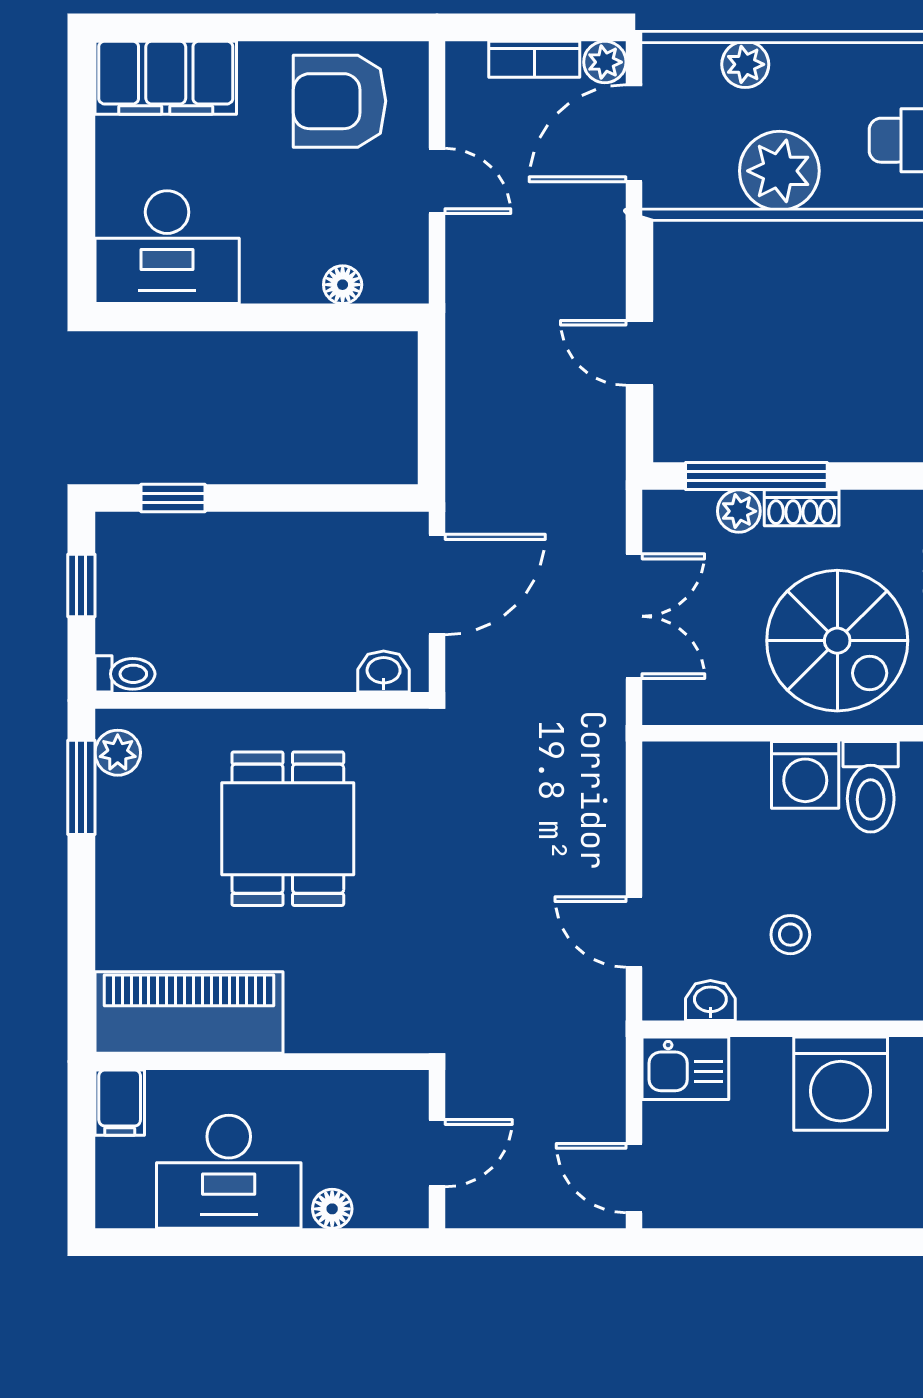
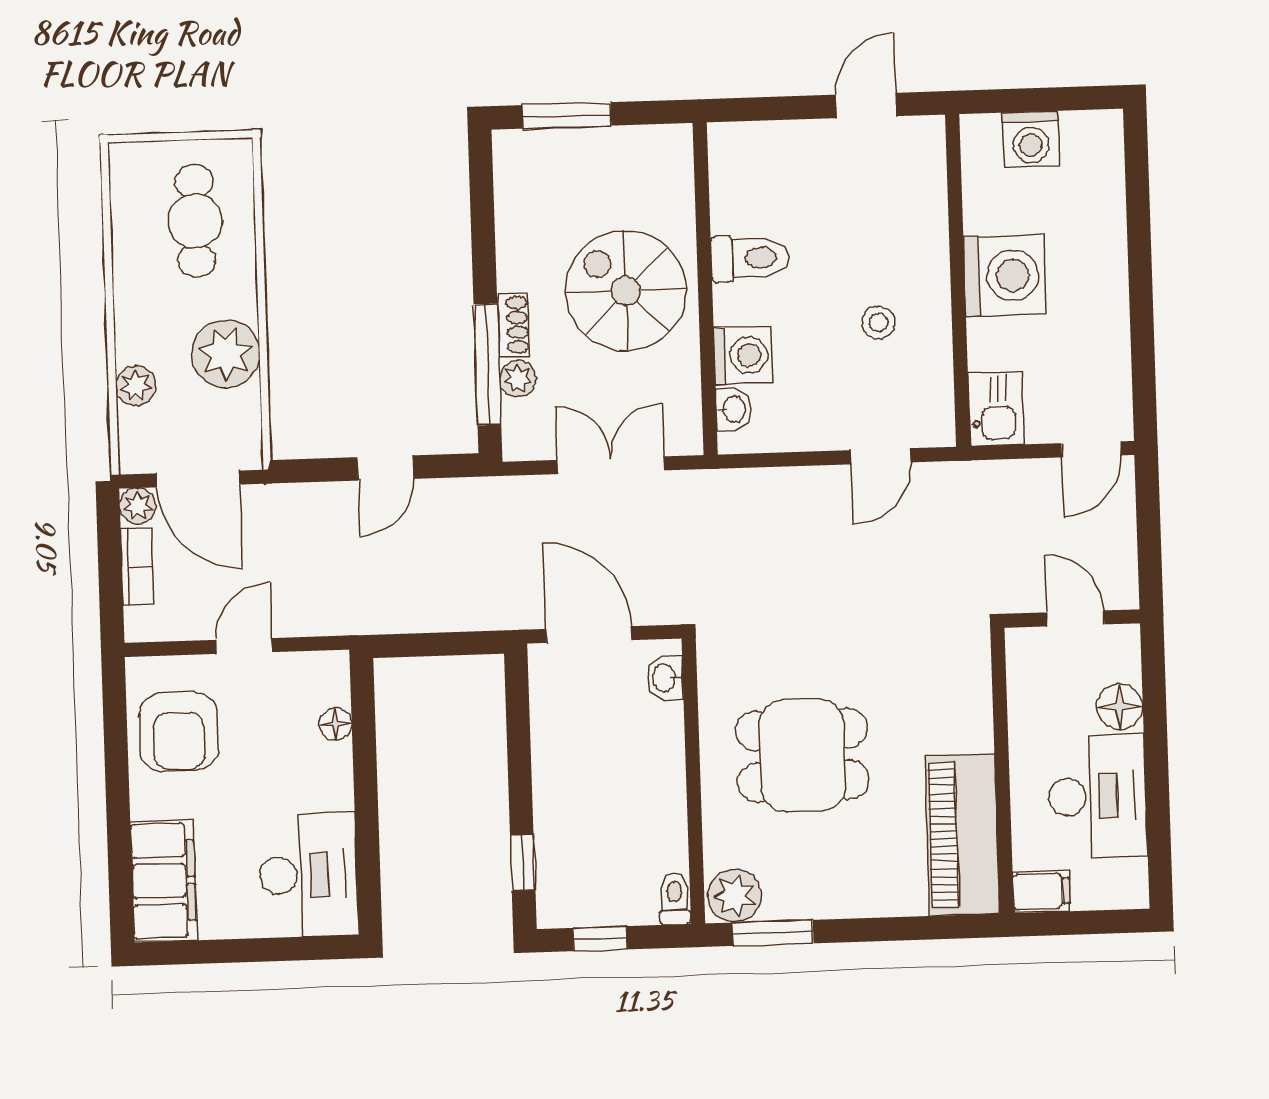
spiral stairs: (837, 641) -> (626, 291), turned -90
plant: (118, 753) -> (735, 896), width x1.38, depth x1.38
washing machine: (805, 775) -> (743, 355), moved
washbasin: (710, 1000) -> (733, 409), moved, turned 180
floor lamp: (332, 1209) -> (1120, 707), width x1.37, depth x1.37

